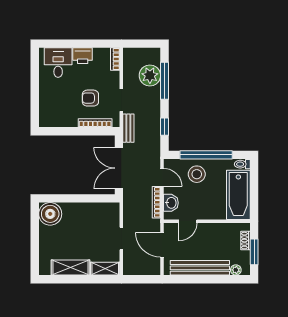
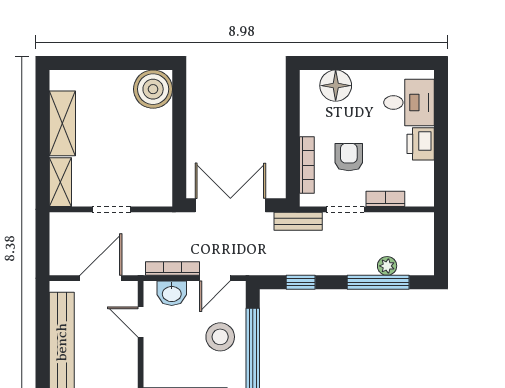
bookcase: (115, 59) -> (385, 199), moved
plant: (150, 75) -> (387, 266), width x0.53, depth x0.53
floor lamp: (48, 106) -> (336, 86), added

